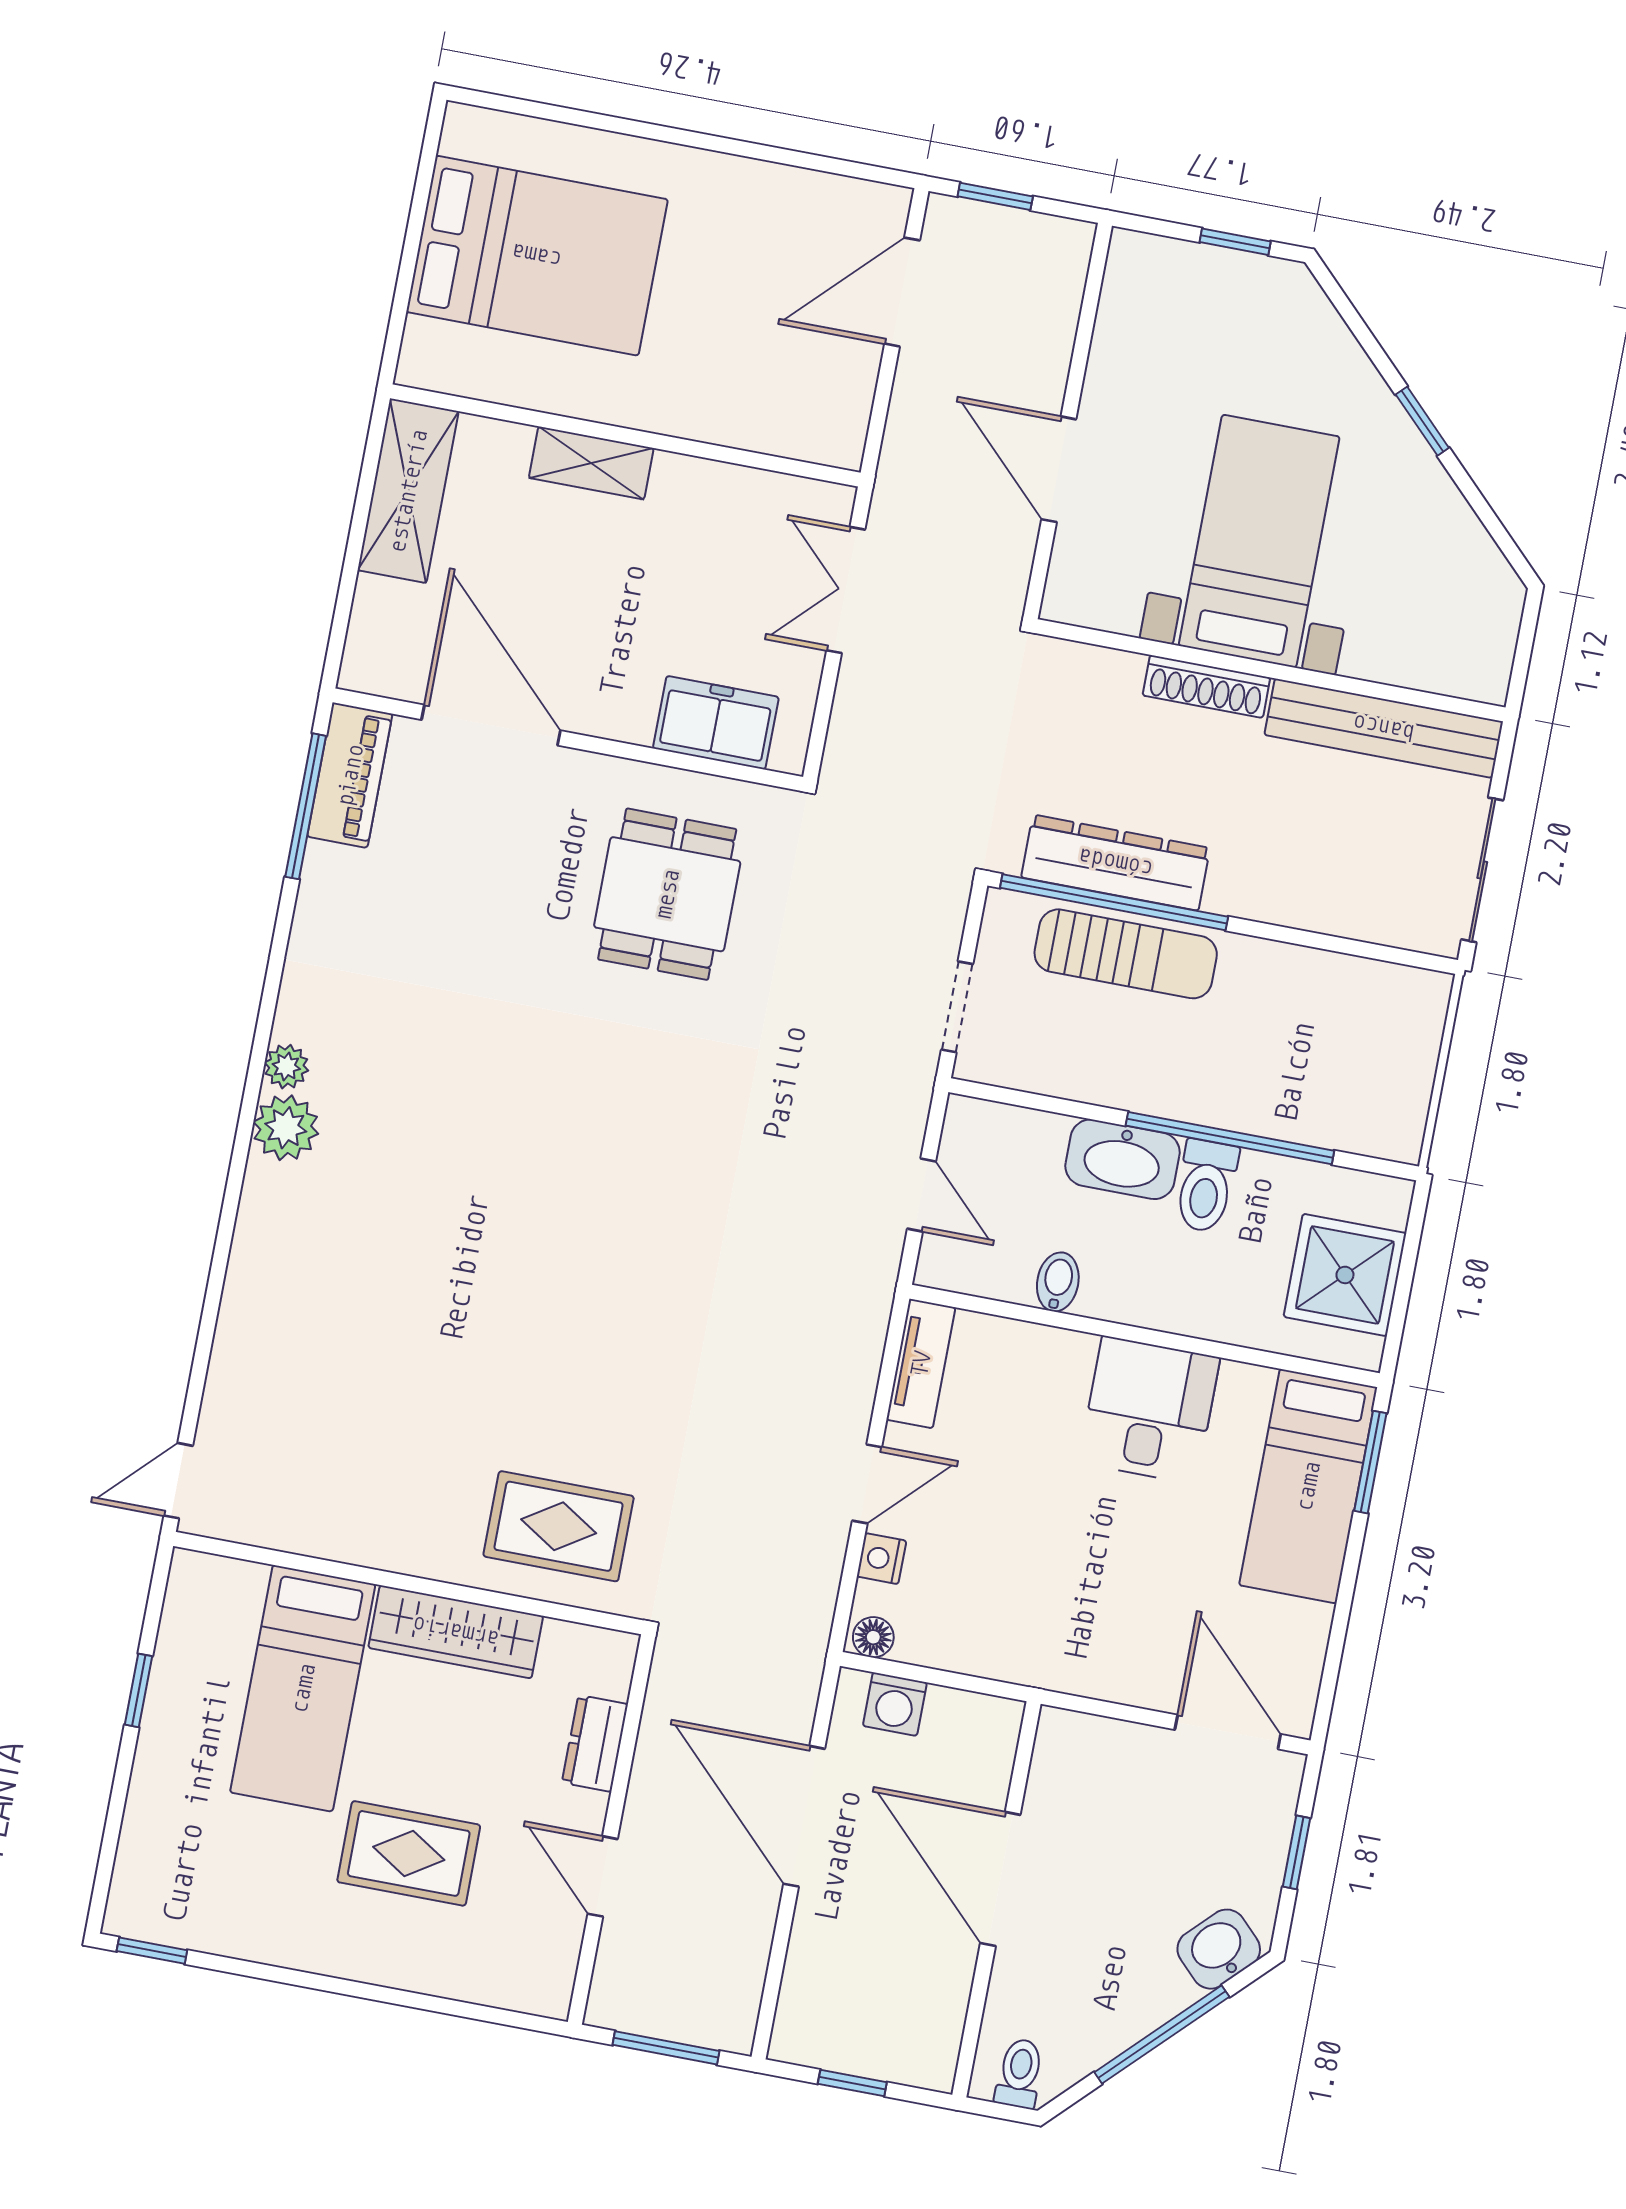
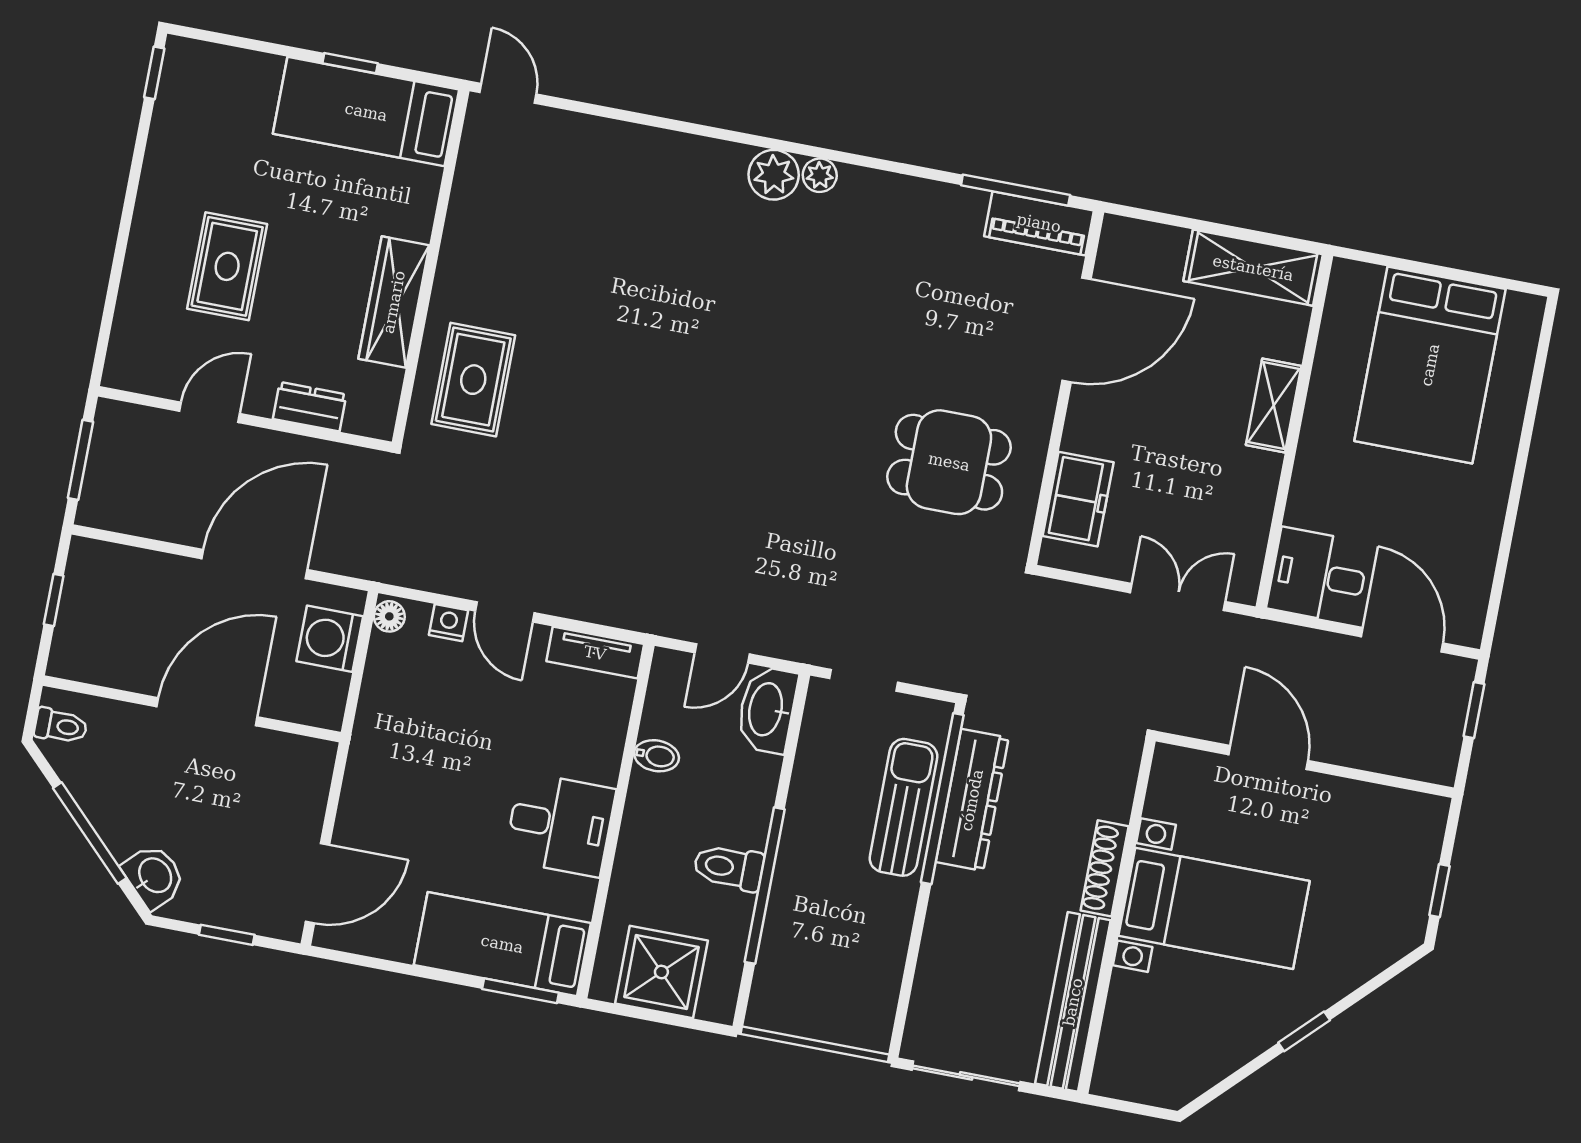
desk: (817, 404) -> (1318, 576), added
door: (1059, 469) -> (1268, 758), hinge flipped
sun lounger: (1126, 954) -> (903, 807), turned 180
washbasin: (1123, 1159) -> (767, 710), moved
bed: (303, 1688) -> (366, 112), moved
washing machine: (895, 1704) -> (330, 639), width x1.38, depth x1.38

